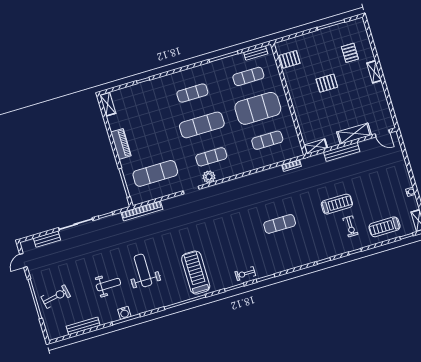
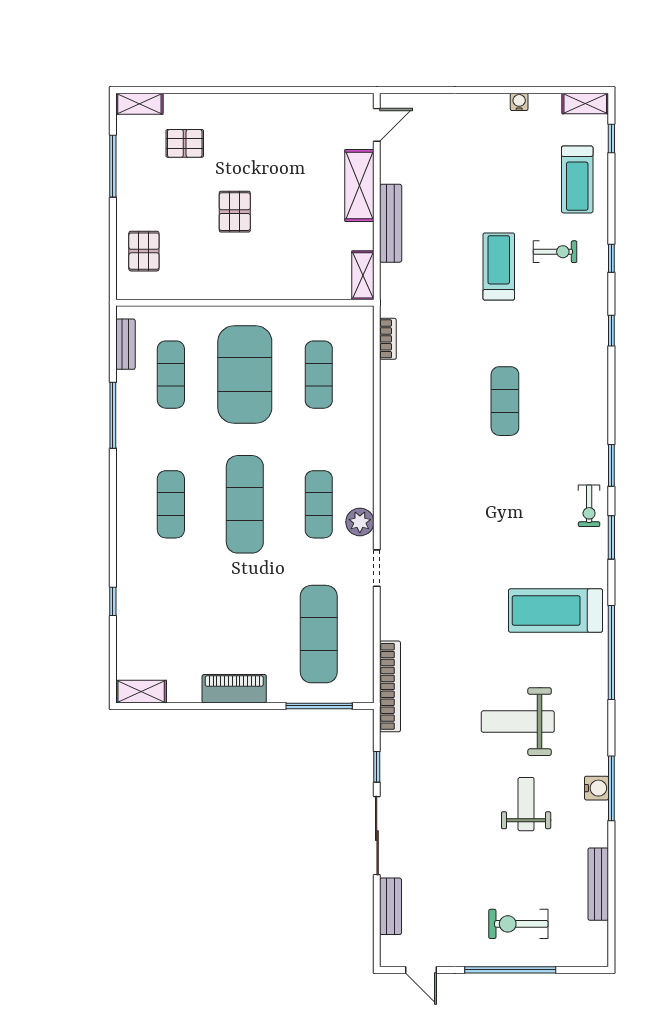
pallet: (290, 59) -> (144, 251), moved
shelving: (374, 72) -> (139, 104), moved
exercise bike: (56, 297) -> (518, 924), turned -79

